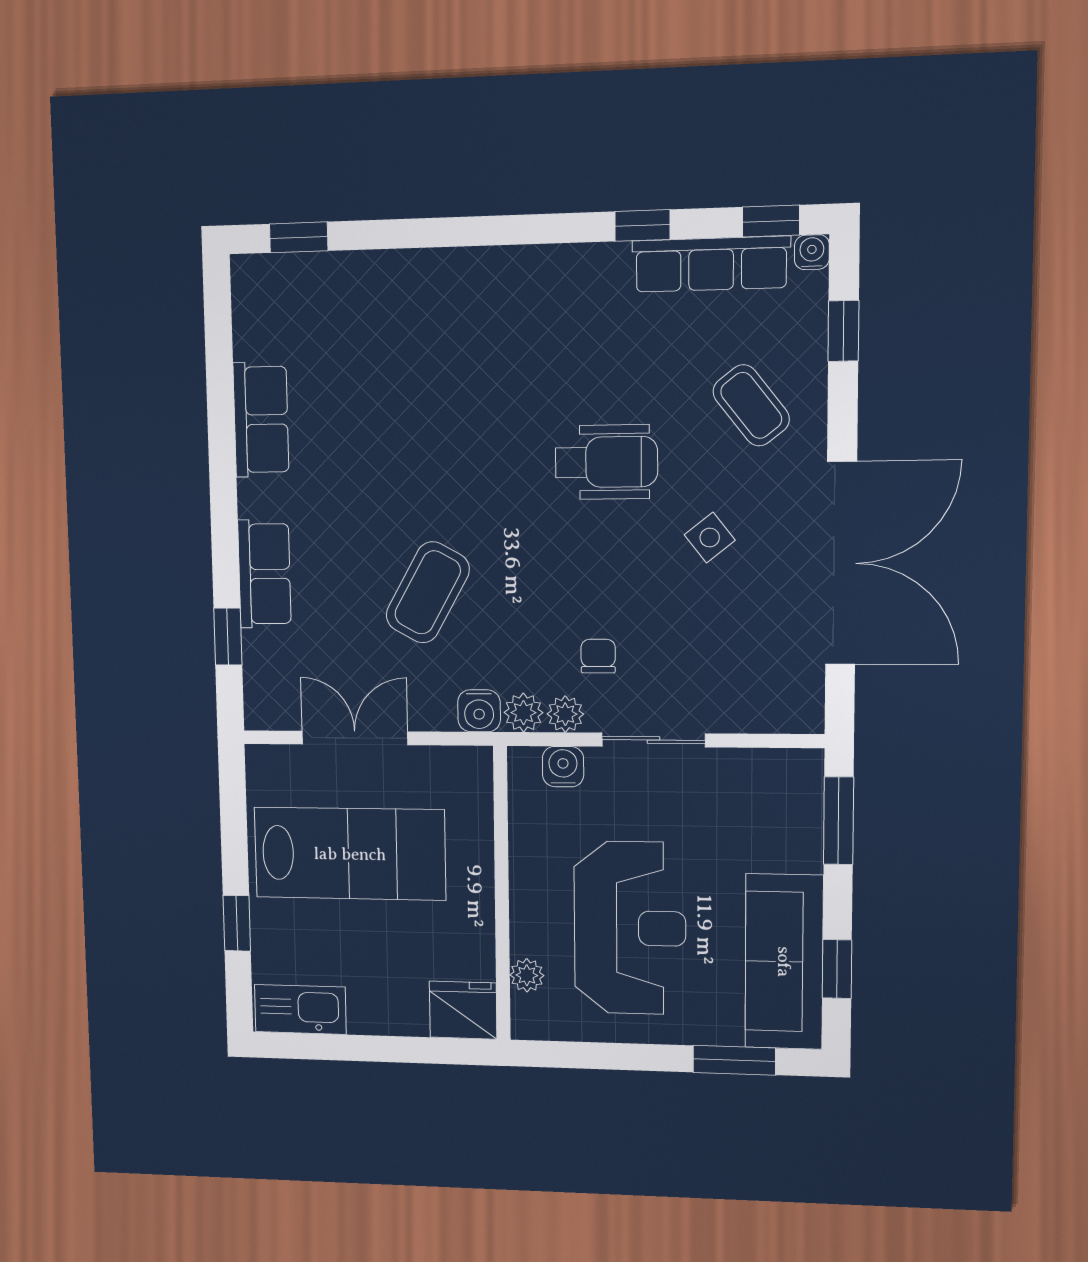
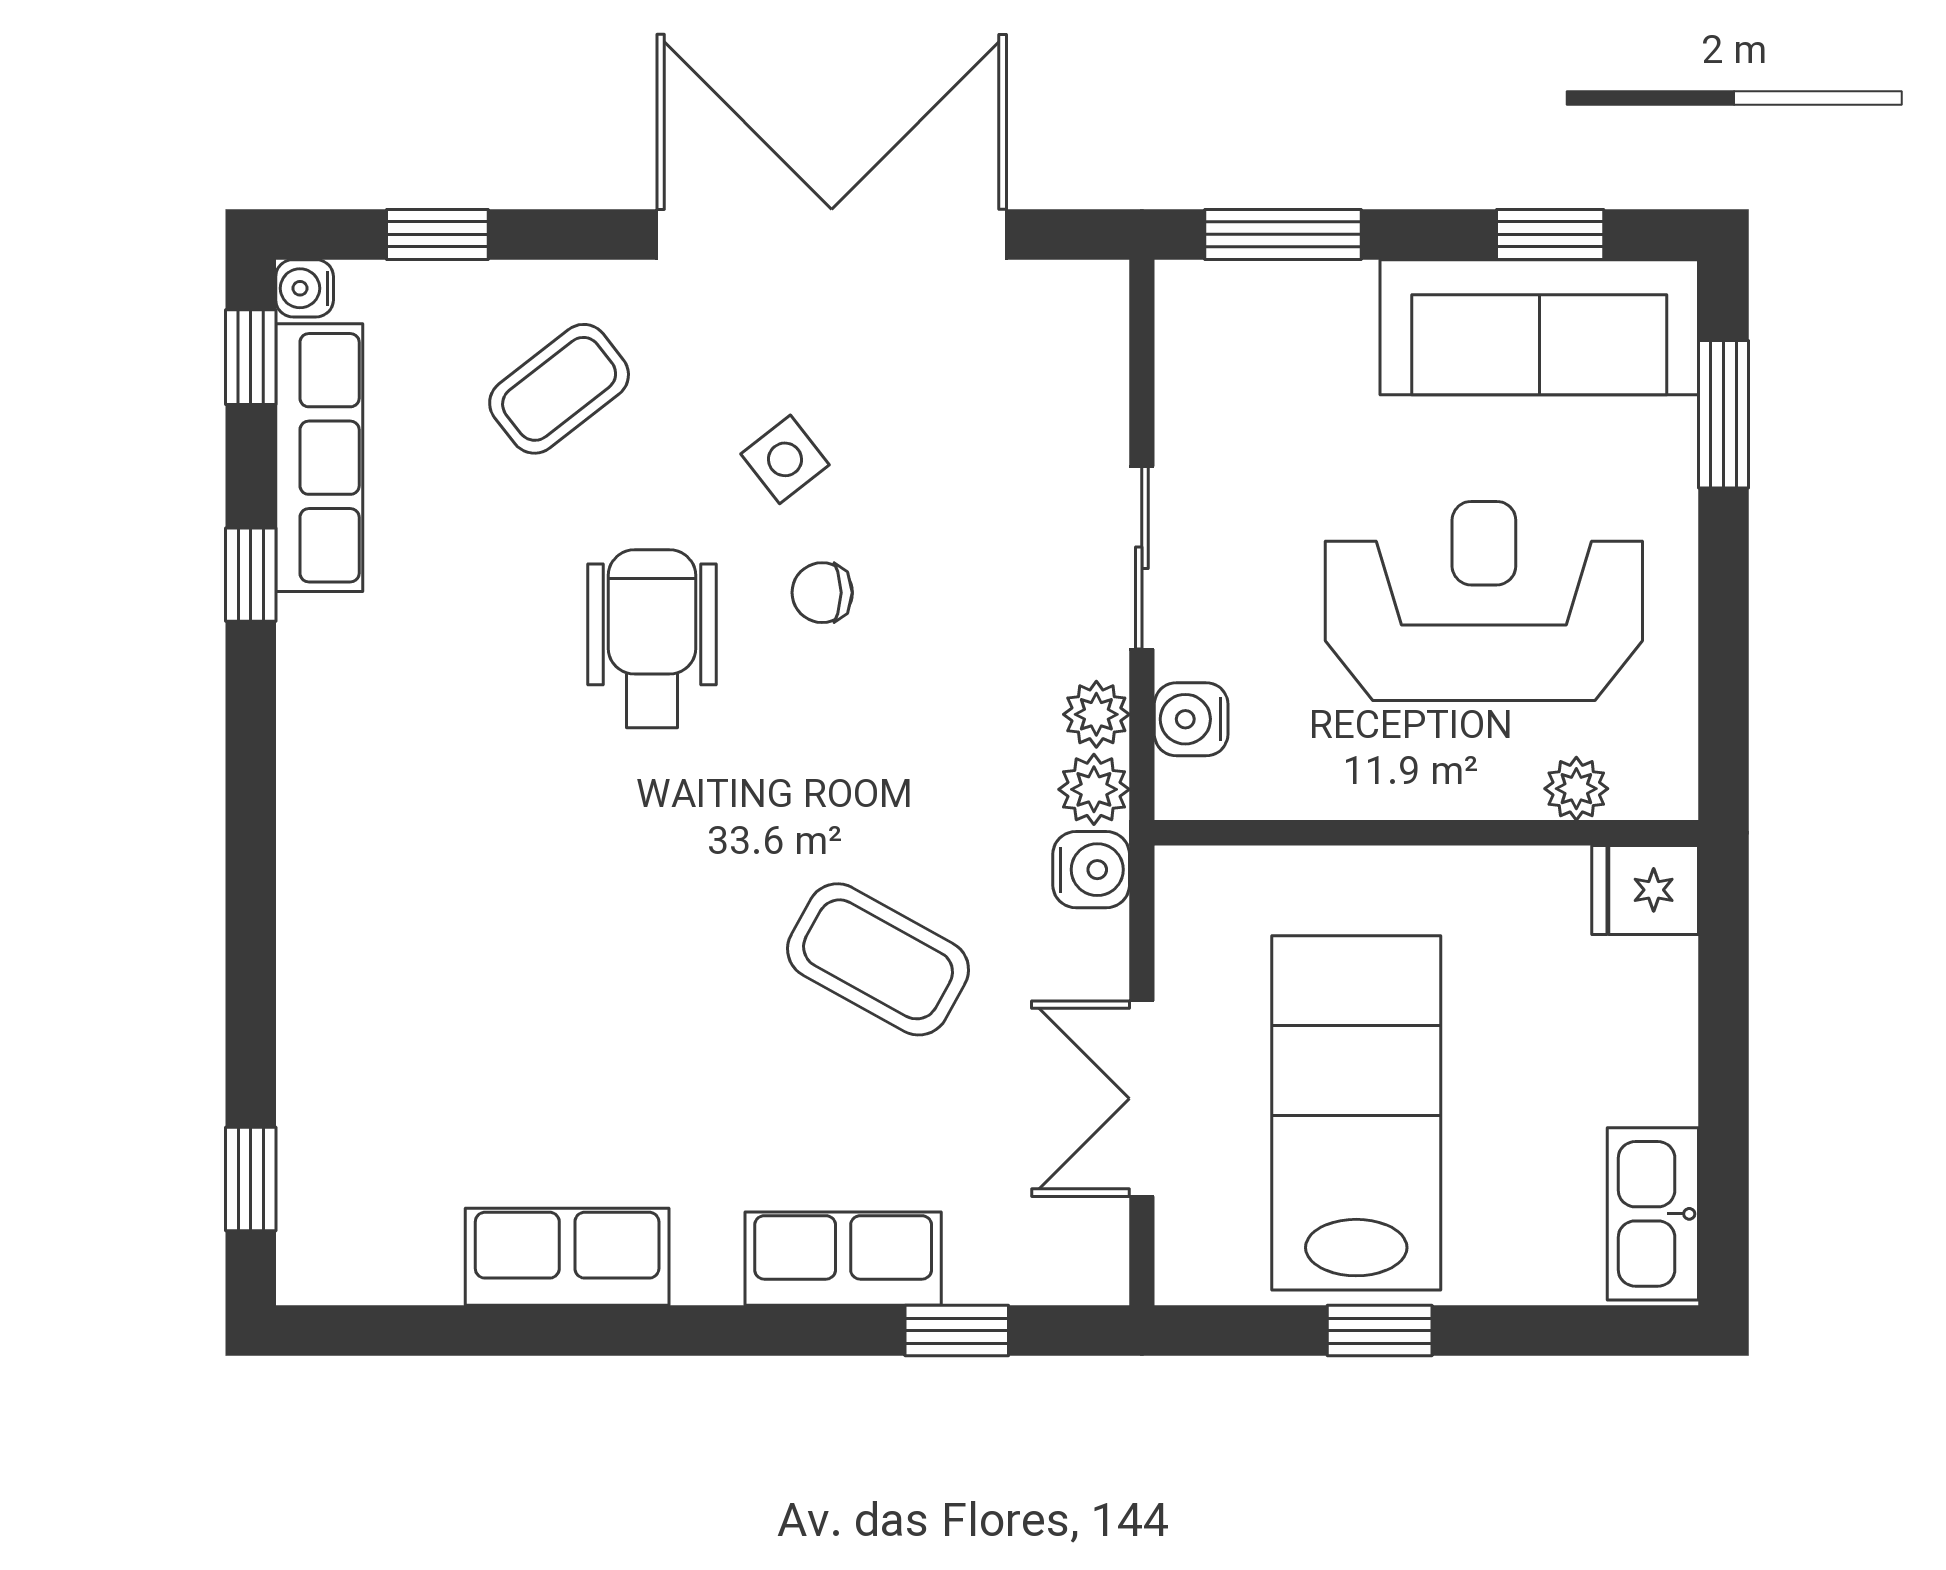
chair: (598, 656) -> (822, 593), moved
window: (237, 923) -> (1380, 1331), moved
fridge: (463, 1010) -> (1645, 890), width x0.72

